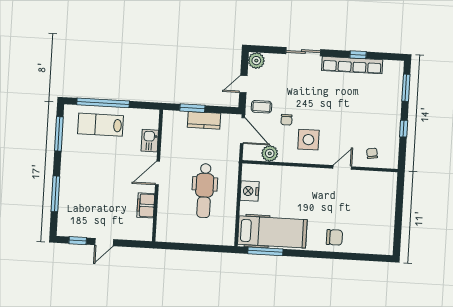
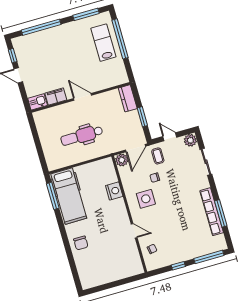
sliding door: (303, 52) -> (206, 162), moved
window: (358, 55) -> (221, 213), width x2.17
window: (406, 88) -> (209, 257), width x1.44
window: (192, 108) -> (142, 117), moved
kitchen counter: (204, 120) -> (128, 98), moved
kitchen sink: (150, 141) -> (38, 102), moved
plant: (270, 153) -> (122, 160), moved
nightstand: (250, 191) -> (114, 191), moved, turned 90
window: (55, 194) -> (41, 27), width x1.46

